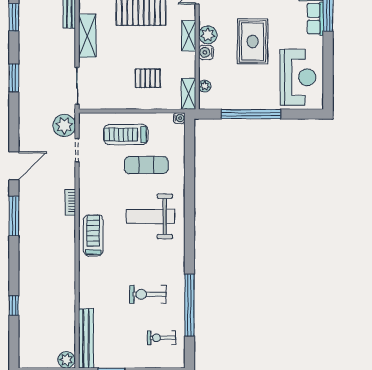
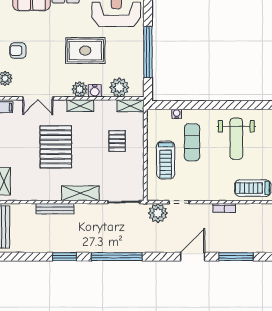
window: (14, 78) -> (117, 257), width x2.11
plant: (205, 86) -> (119, 87), width x1.88, depth x1.88
water cooler: (179, 118) -> (177, 114), moved
door: (14, 166) -> (193, 257), hinge flipped

